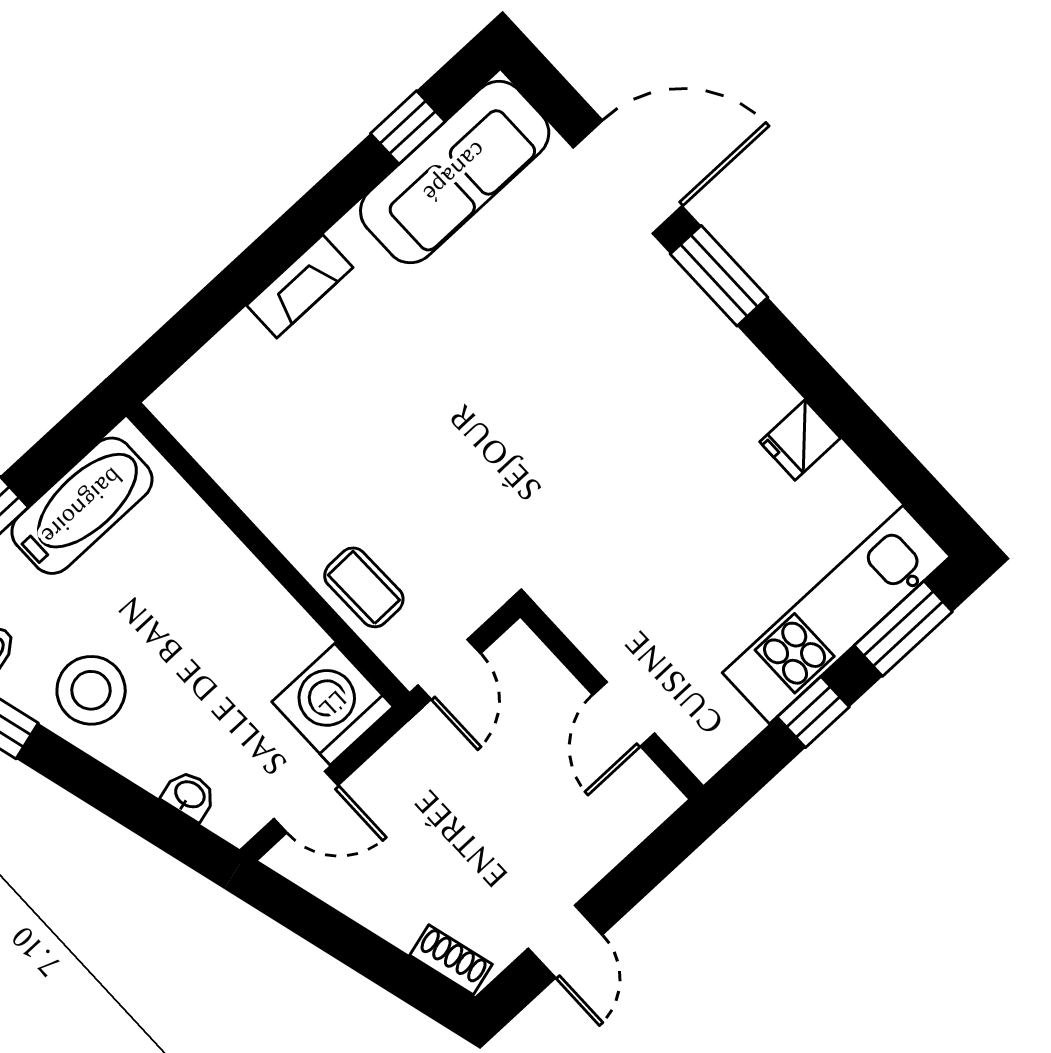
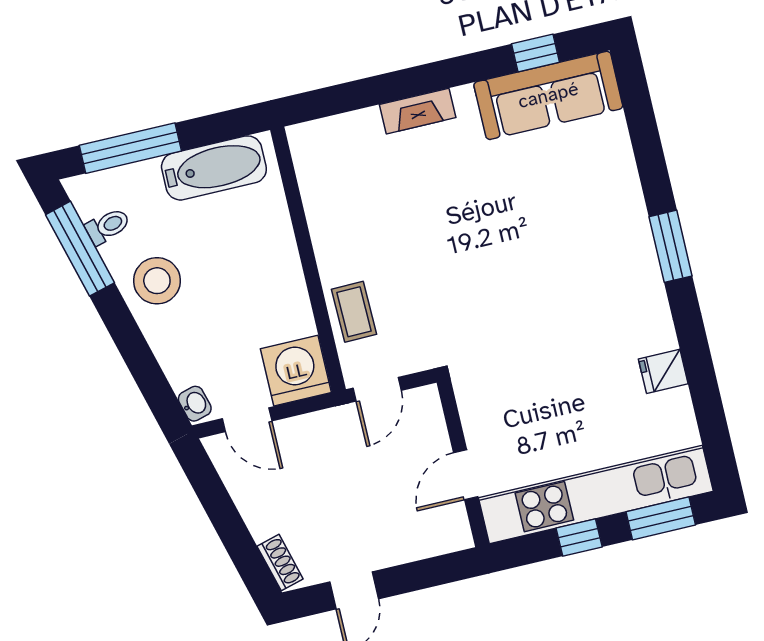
door: (628, 177) -> (650, 157), removed
kitchen unit: (836, 615) -> (596, 494), width x1.36
washbasin: (189, 795) -> (195, 404), moved

